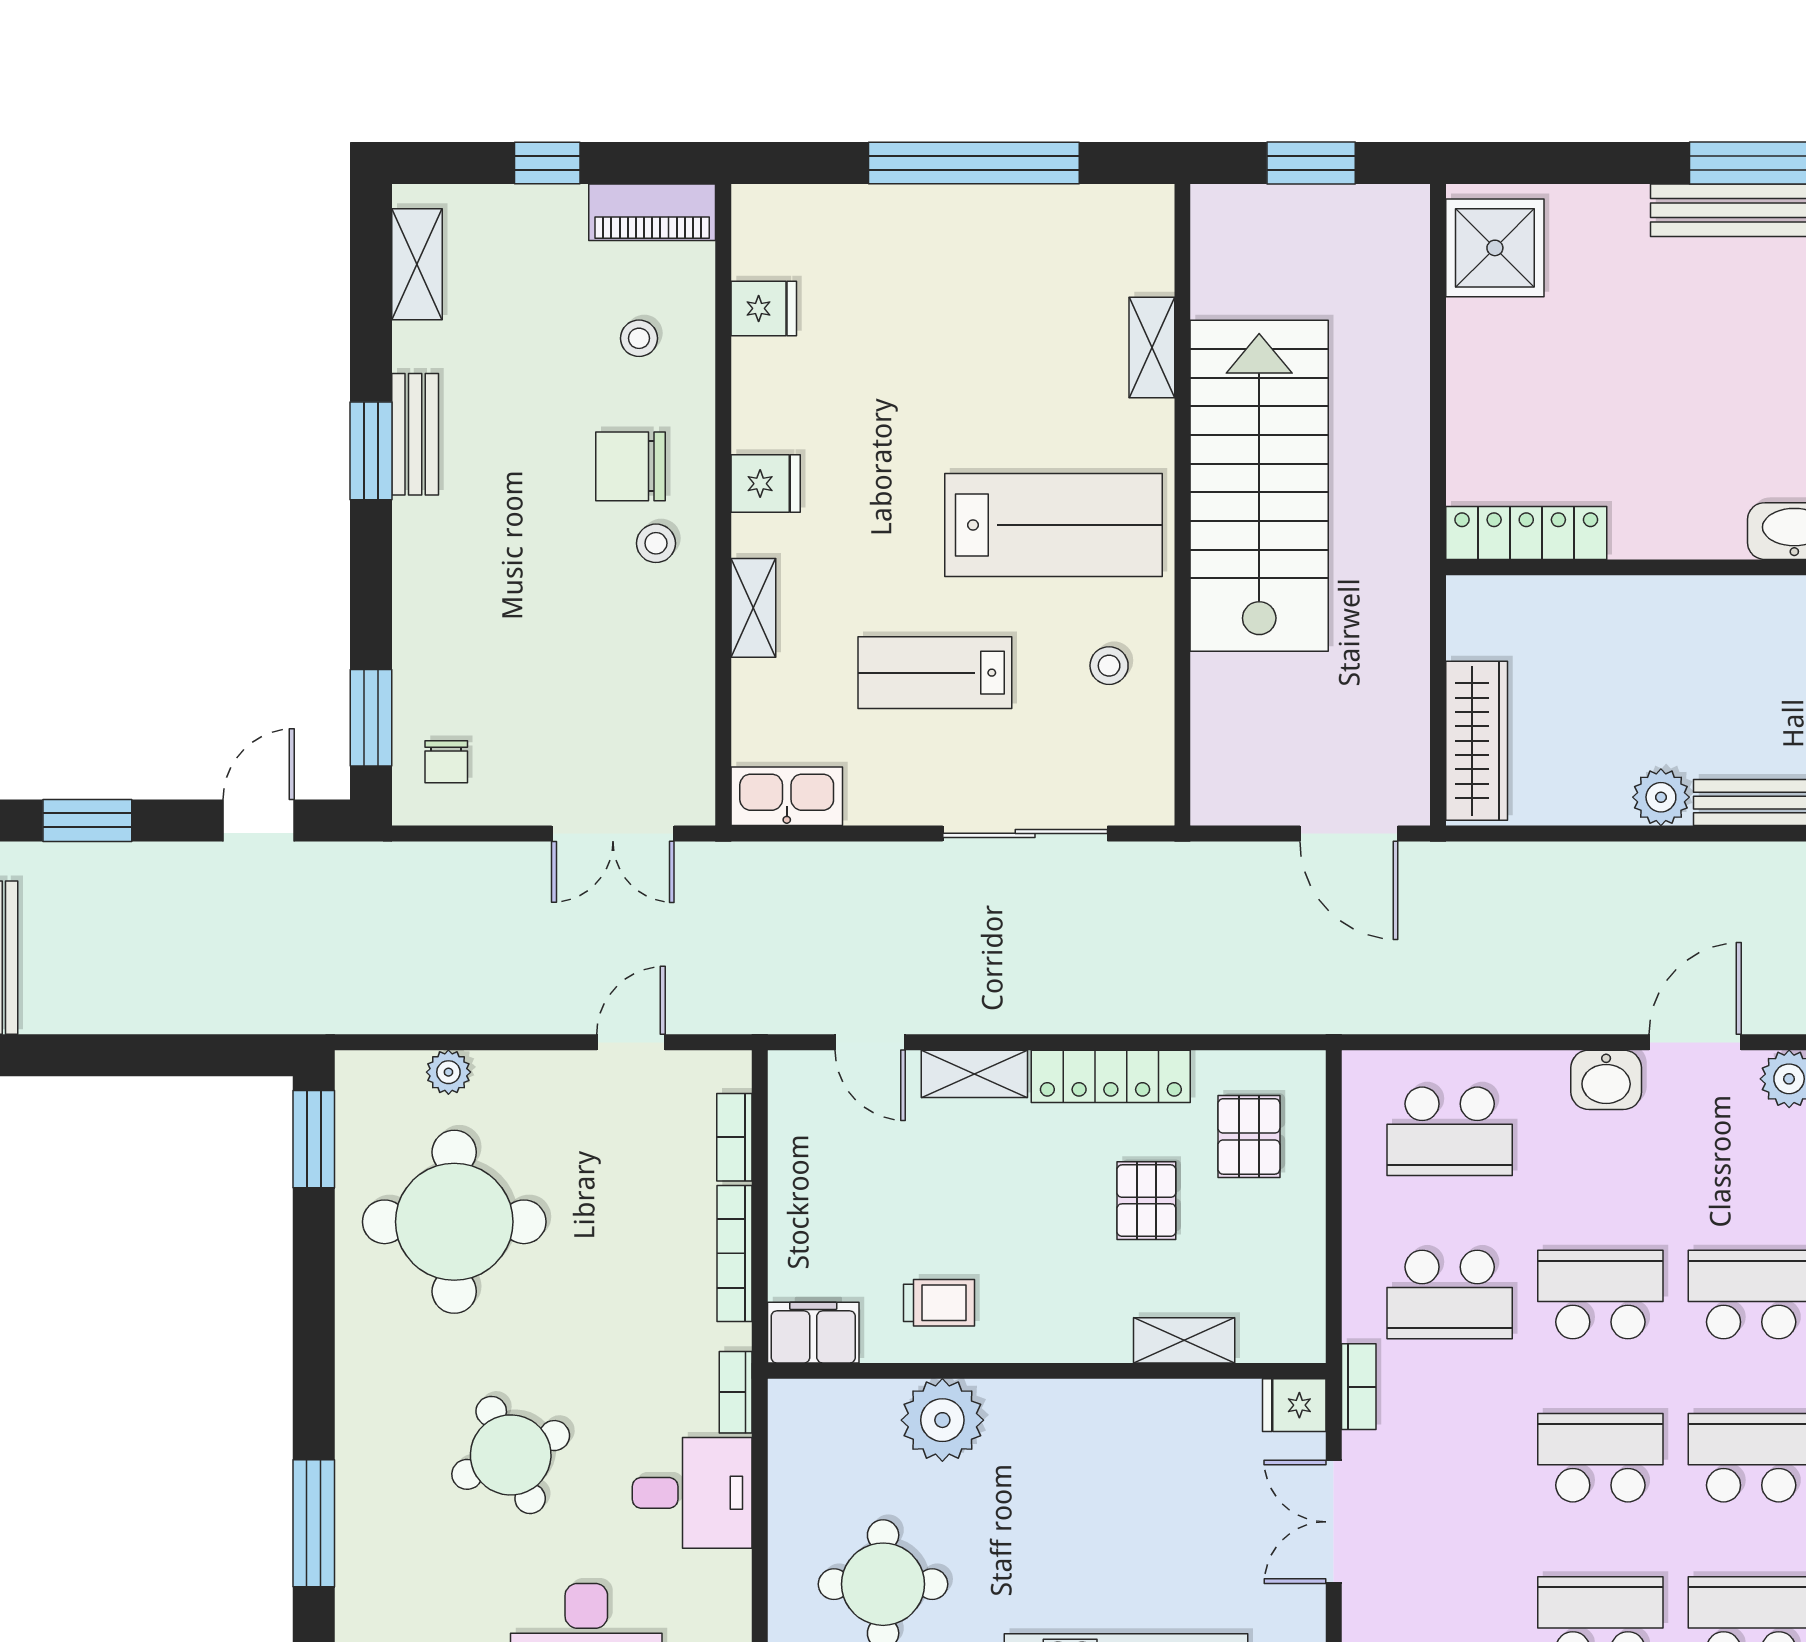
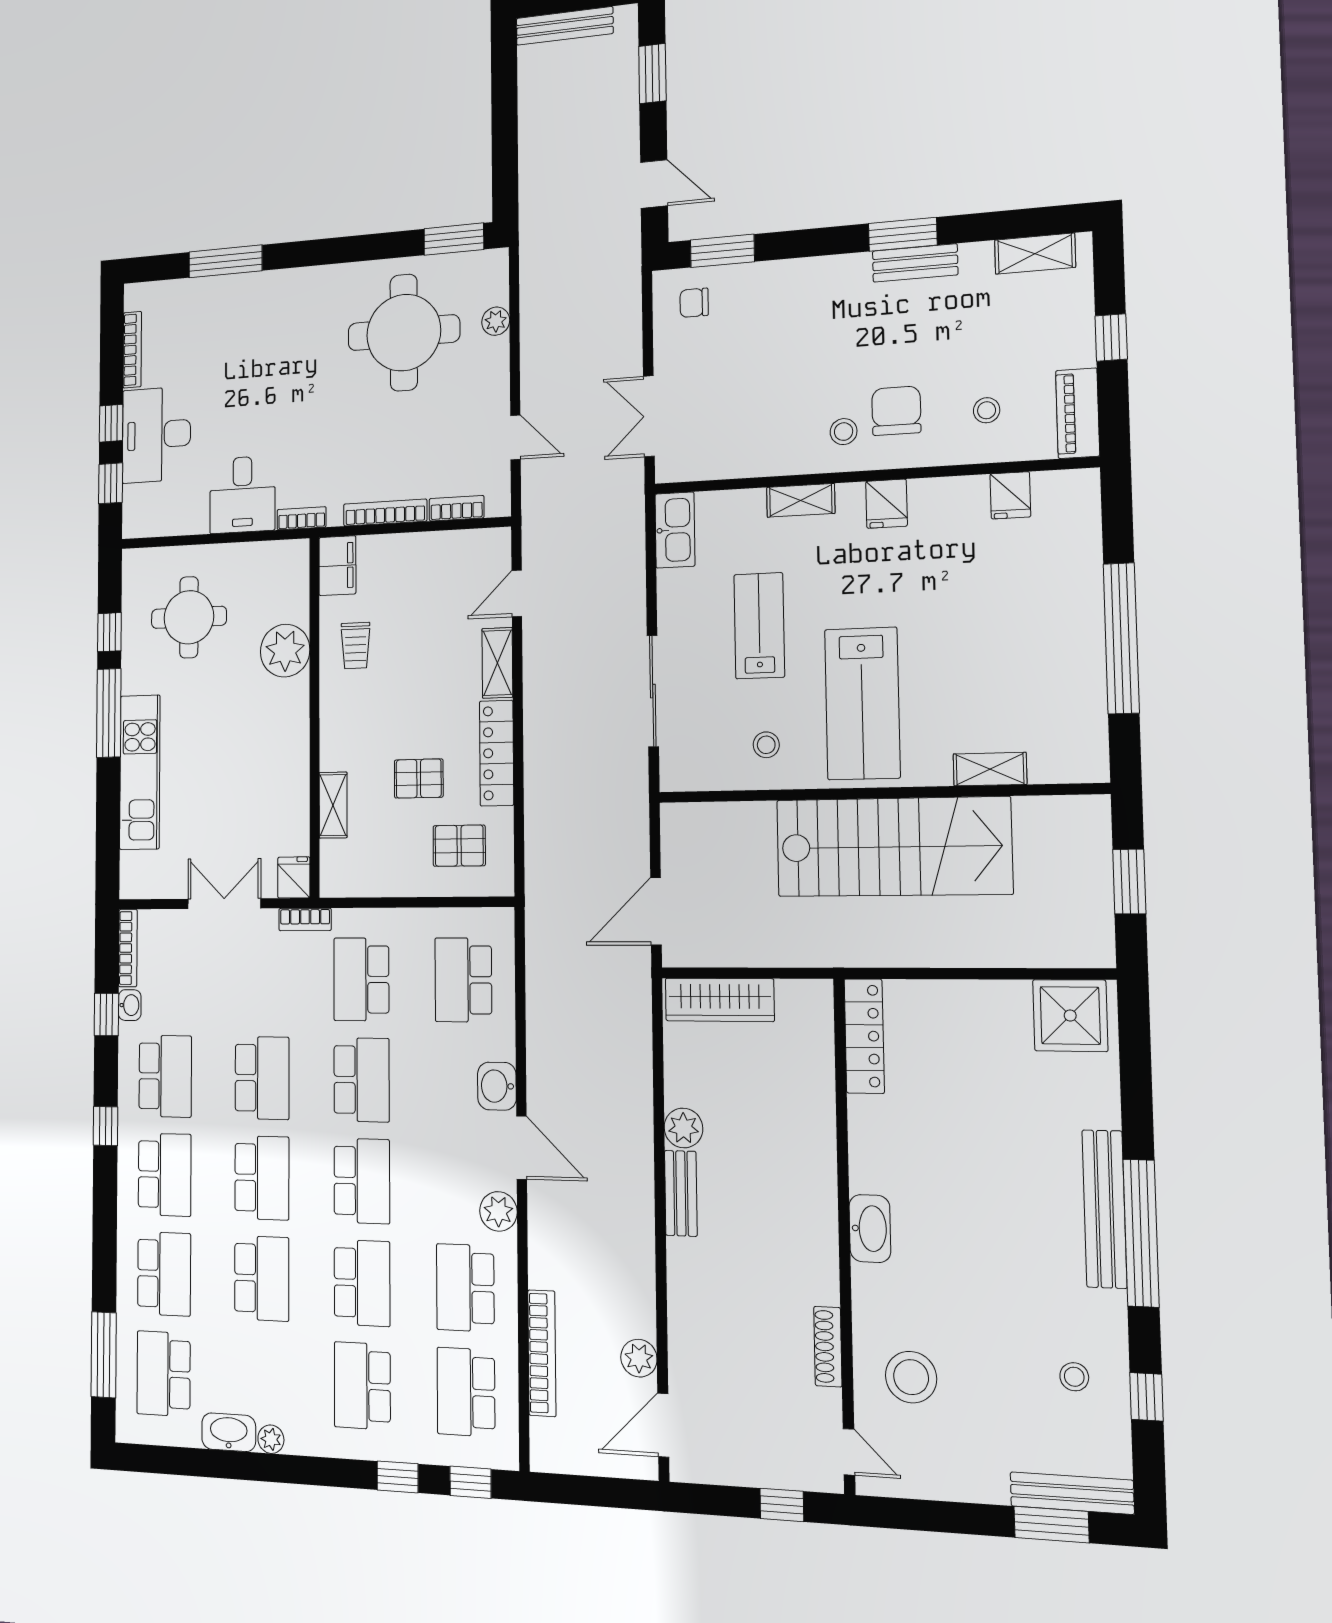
round table: (511, 1455) -> (265, 380), removed

